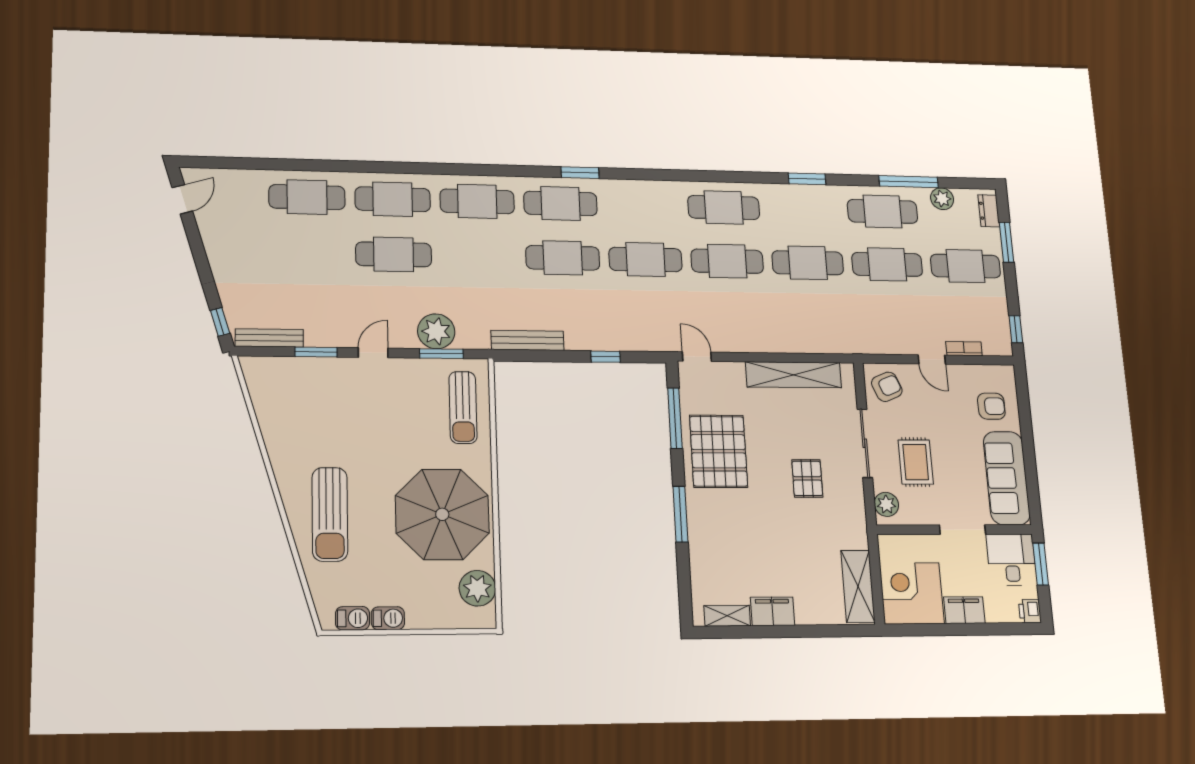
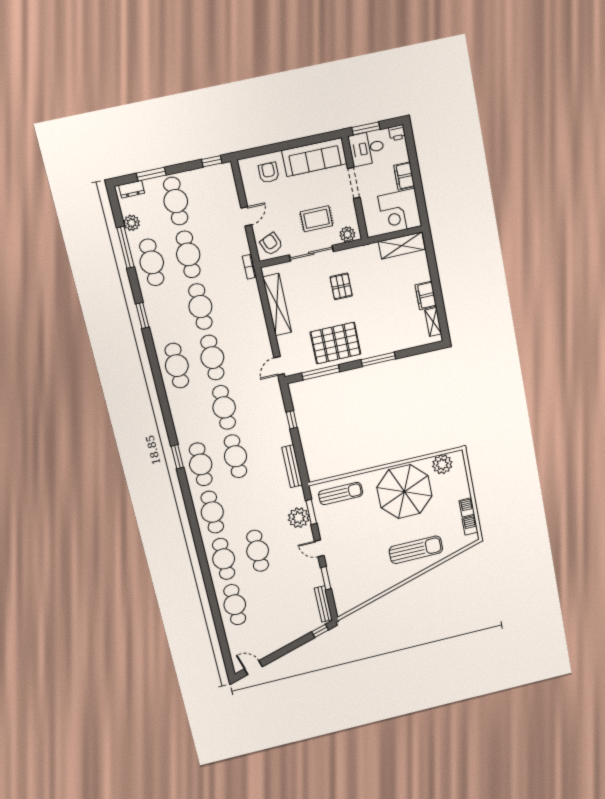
bookcase: (964, 349) -> (249, 267), moved
pallet: (807, 478) -> (341, 286), turned 90

